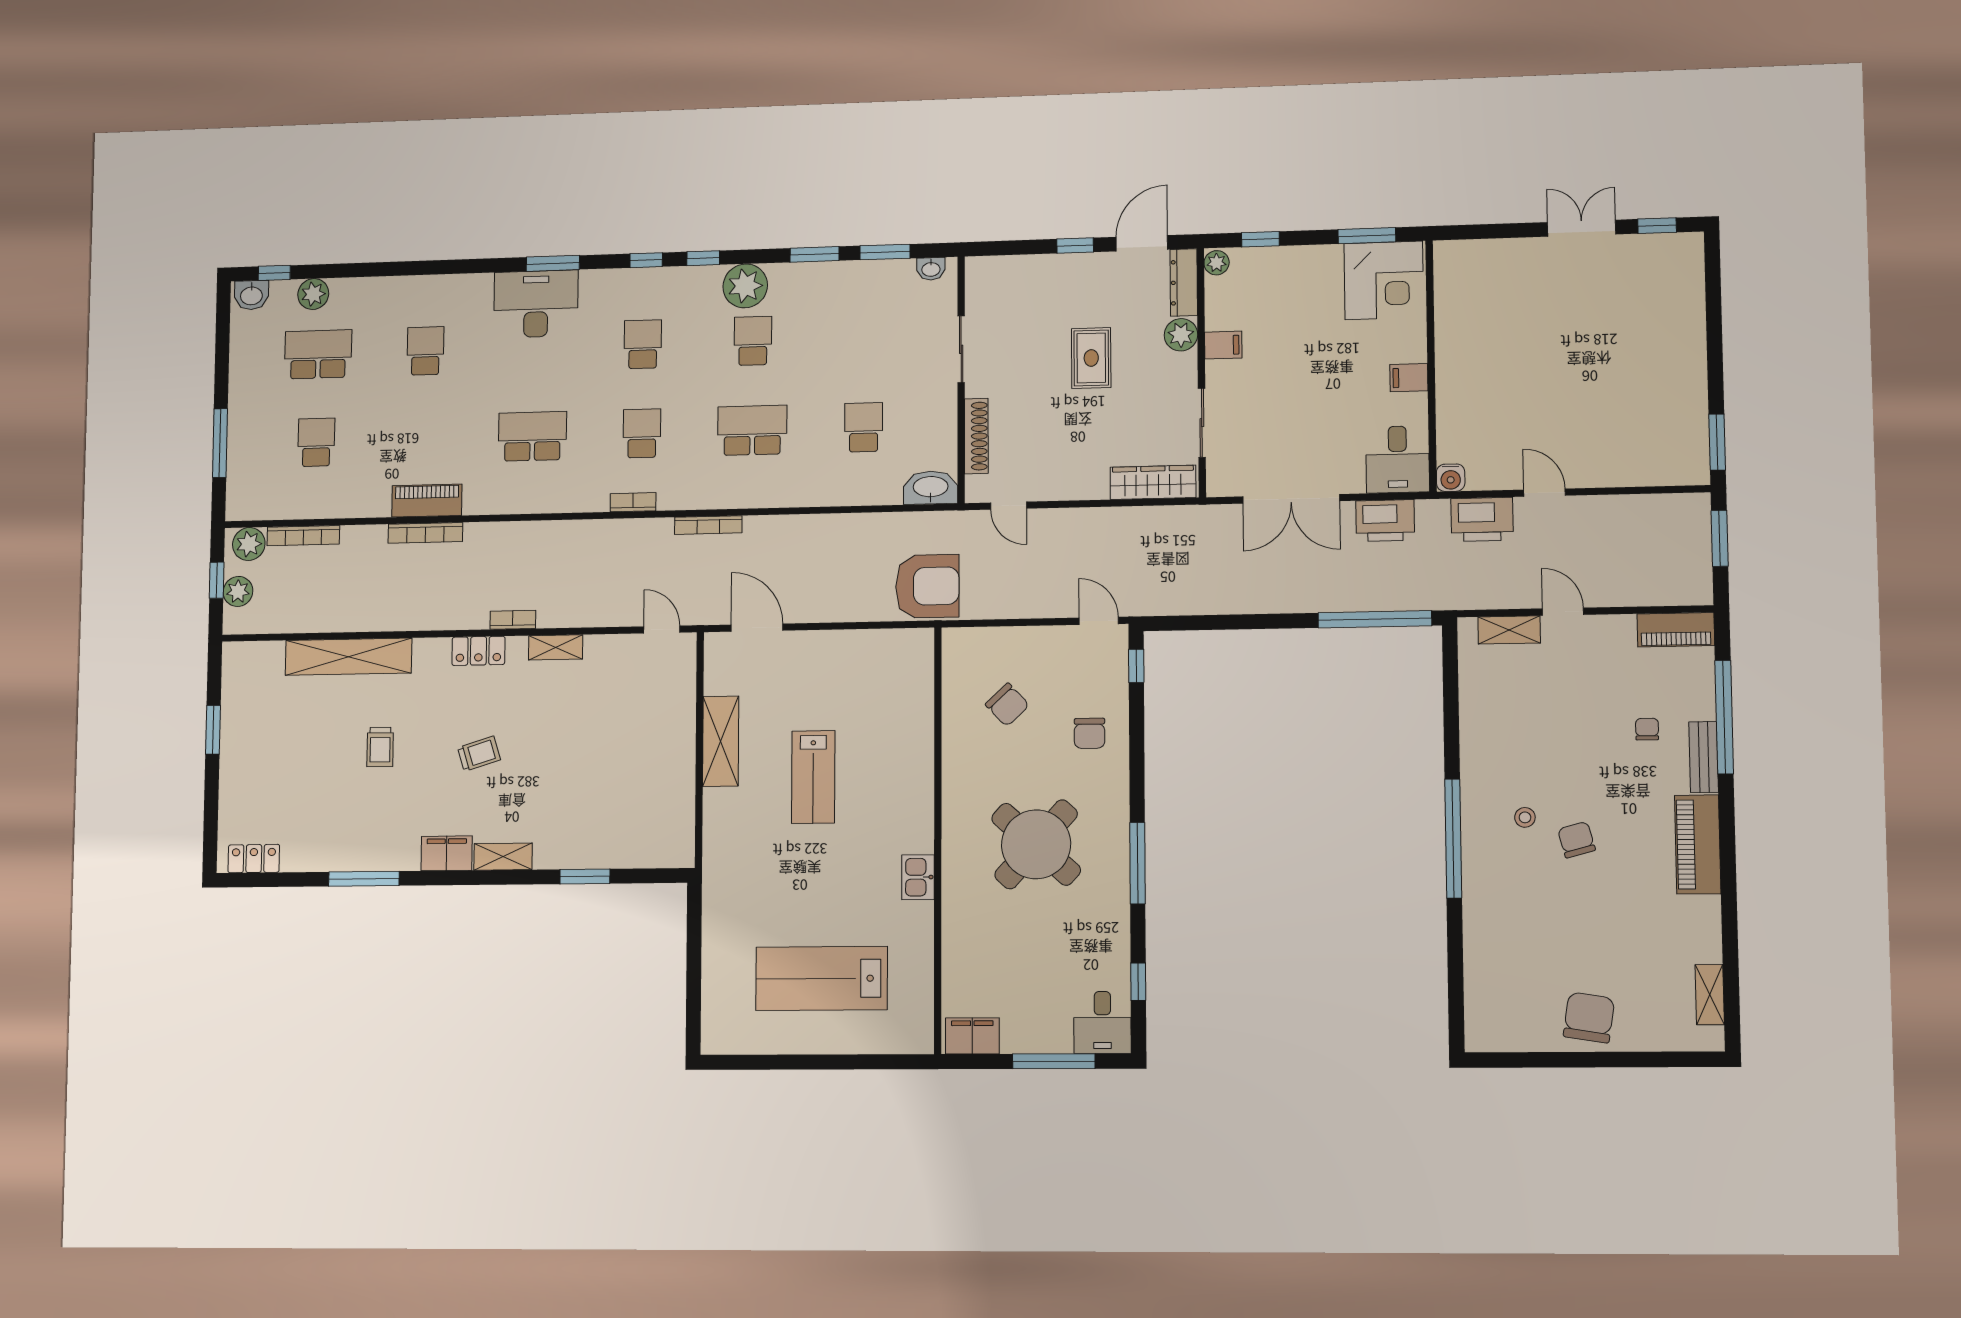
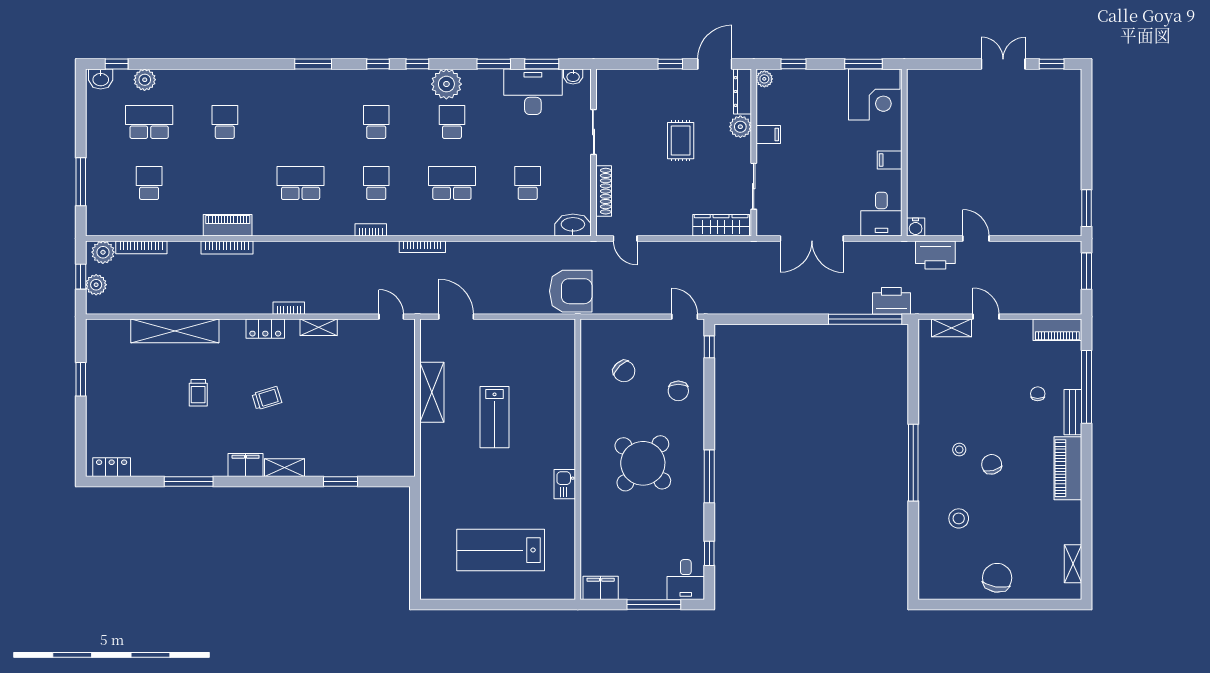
desk: (536, 304) -> (533, 92), moved
printer: (1385, 521) -> (891, 301), moved, turned 180
stool: (1526, 925) -> (959, 518), added

